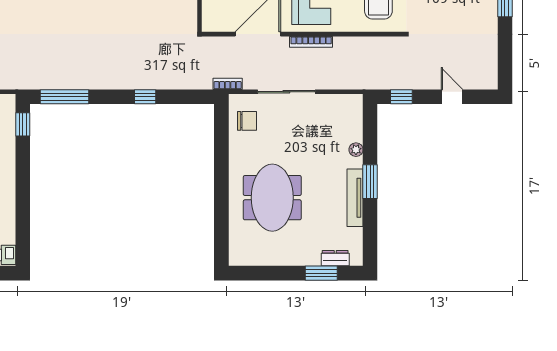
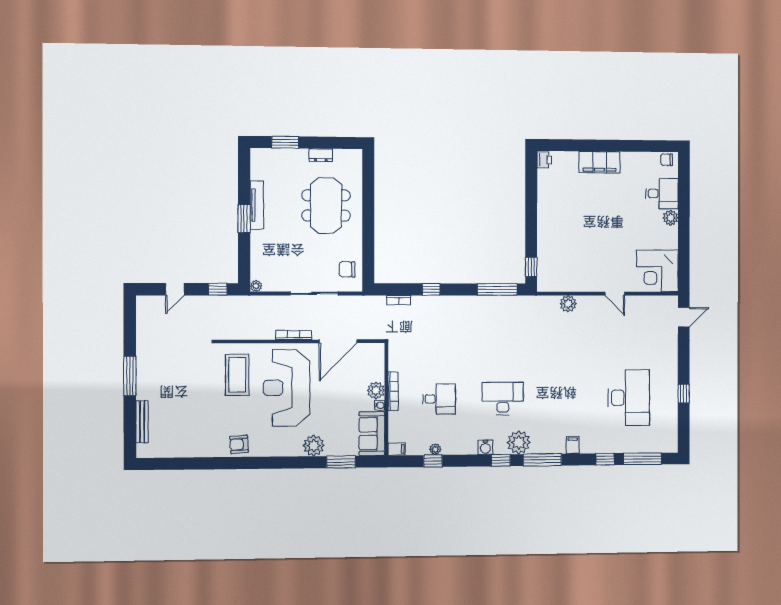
bookcase: (228, 84) -> (399, 300), moved
door: (452, 97) -> (175, 289), hinge flipped
plant: (356, 150) -> (256, 286), moved
dresser: (335, 258) -> (321, 155), moved

